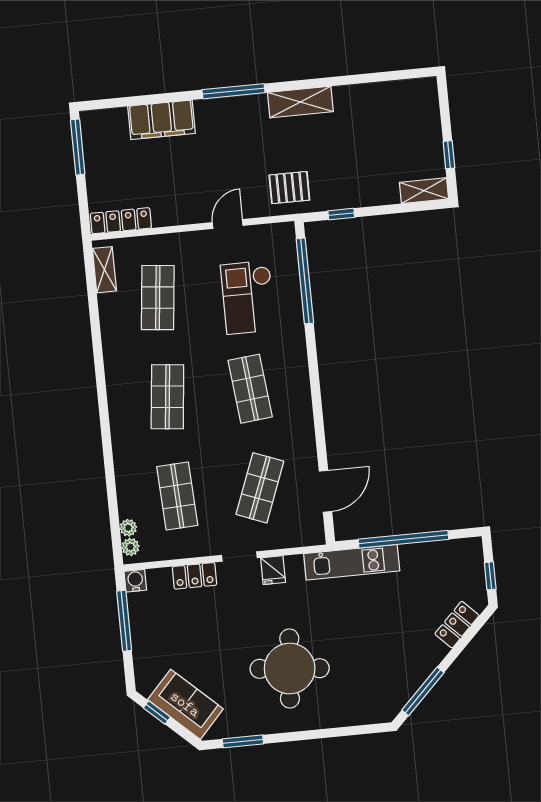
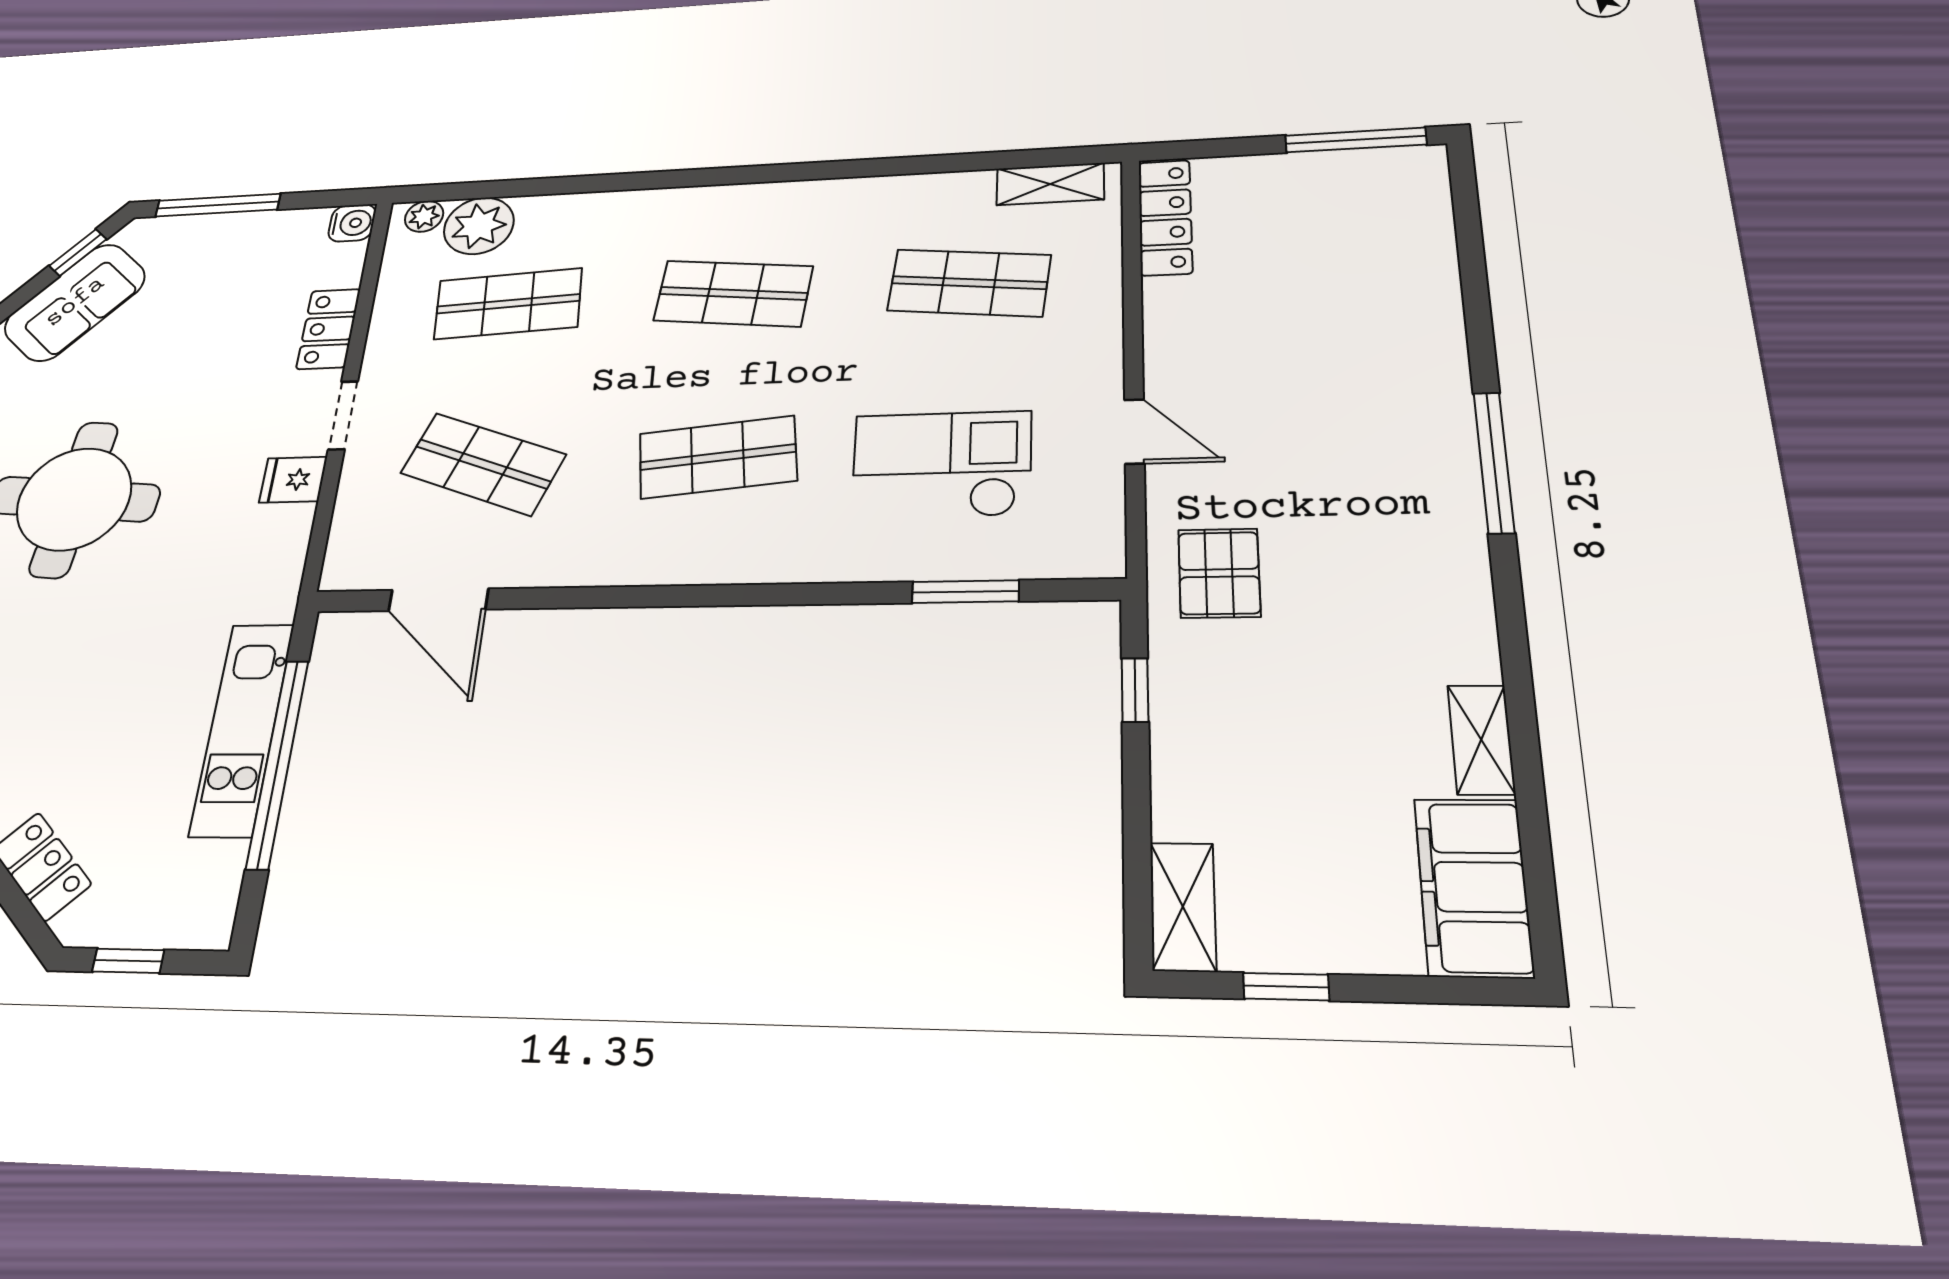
shelving: (300, 102) -> (1481, 740), moved, width x0.67, depth x0.75
filing cabinet: (162, 120) -> (1473, 887), moved
window: (305, 281) -> (965, 592), width x0.47
plant: (128, 528) -> (479, 226), width x1.87, depth x1.87
kitchen unit: (352, 562) -> (242, 729), moved
window: (124, 621) -> (218, 205), moved

